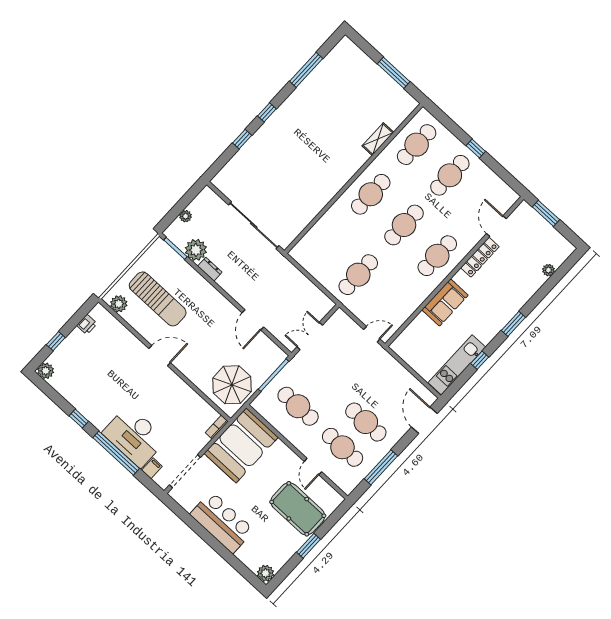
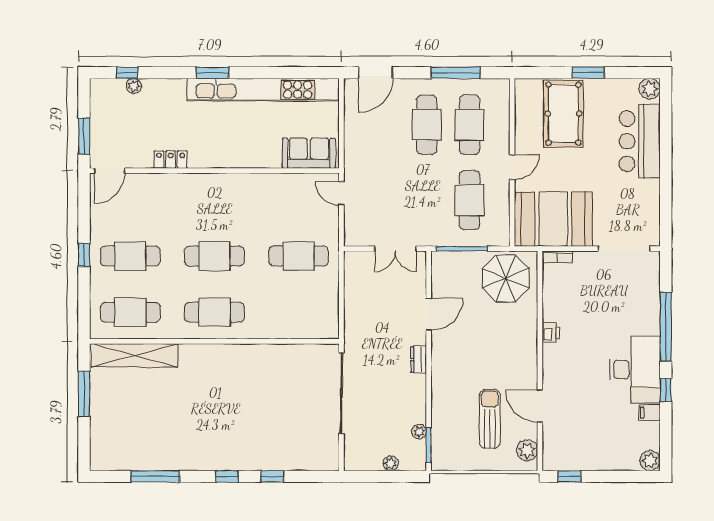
shelving: (378, 139) -> (134, 355), width x2.20, depth x1.33
door: (496, 226) -> (110, 171), moved
plant: (196, 250) -> (419, 432), width x0.53, depth x0.53
cafe table: (437, 256) -> (214, 200), removed
locker: (480, 257) -> (171, 160), width x0.66
dresser: (210, 269) -> (419, 359), moved
sun lounger: (158, 299) -> (490, 419), width x0.73, depth x0.75
sofa: (445, 302) -> (309, 153), moved
printer: (87, 324) -> (551, 333), moved, turned 90
window: (56, 341) -> (569, 476), moved
door: (160, 356) -> (540, 406), moved
window: (480, 360) -> (127, 73), moved
kitchen unit: (457, 365) -> (263, 90), width x1.86
desk: (134, 436) -> (635, 370), moved
door: (313, 467) -> (512, 167), moved
filing cabinet: (152, 468) -> (650, 413), moved
bar counter: (222, 522) -> (640, 141), moved

